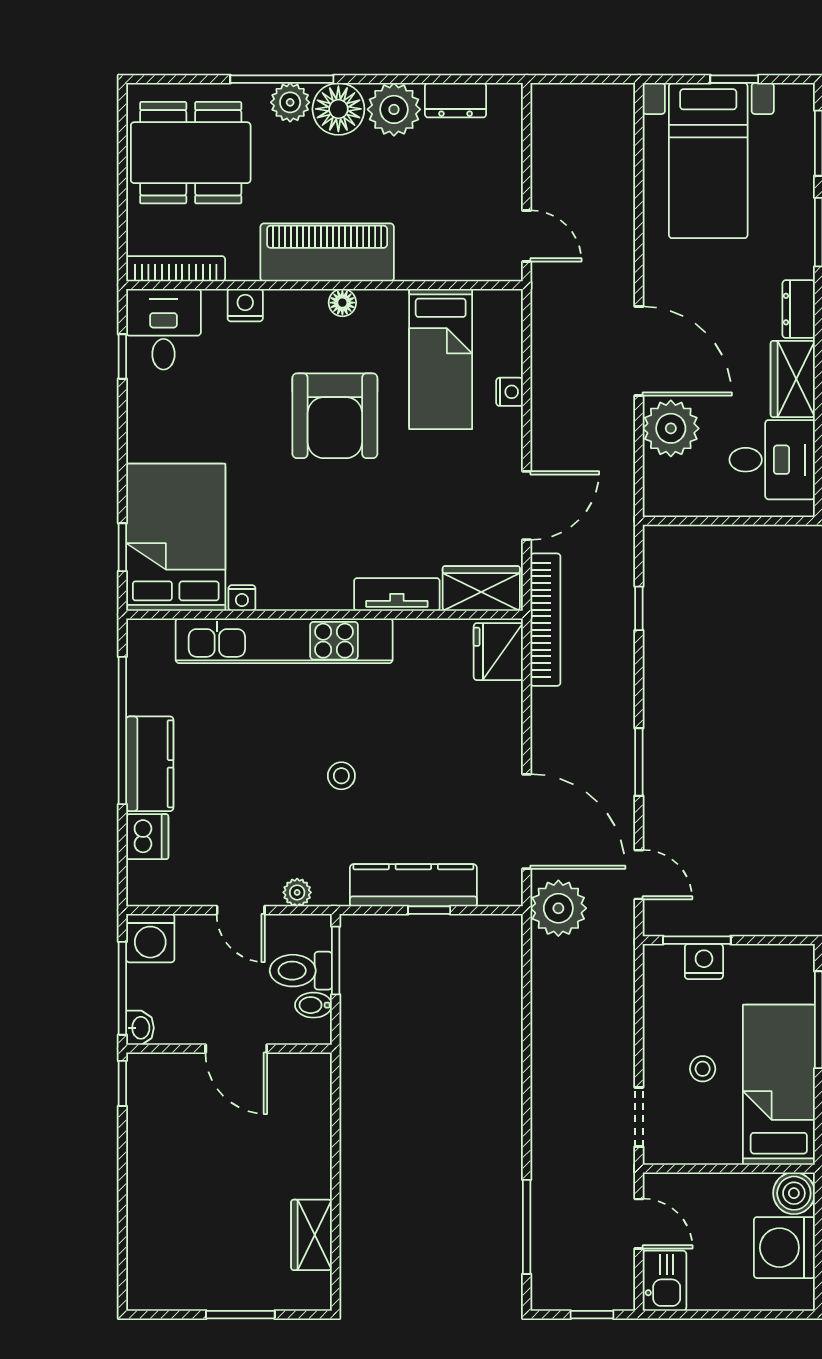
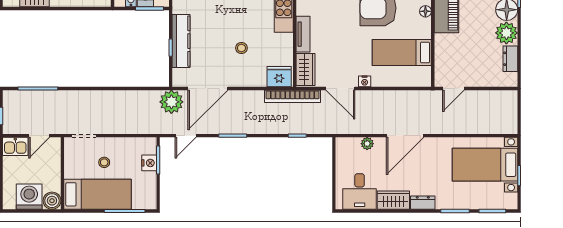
nightstand: (510, 392) -> (365, 81), moved
plant: (671, 428) -> (367, 144), width x0.53, depth x0.53
stool: (341, 776) -> (241, 48), moved

